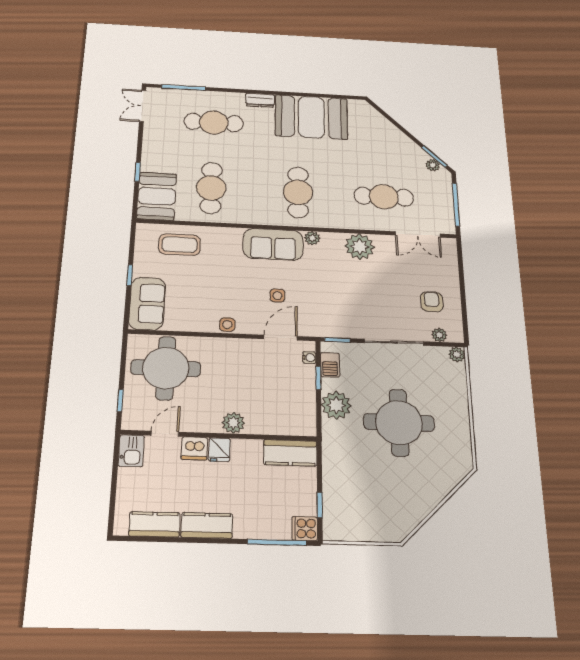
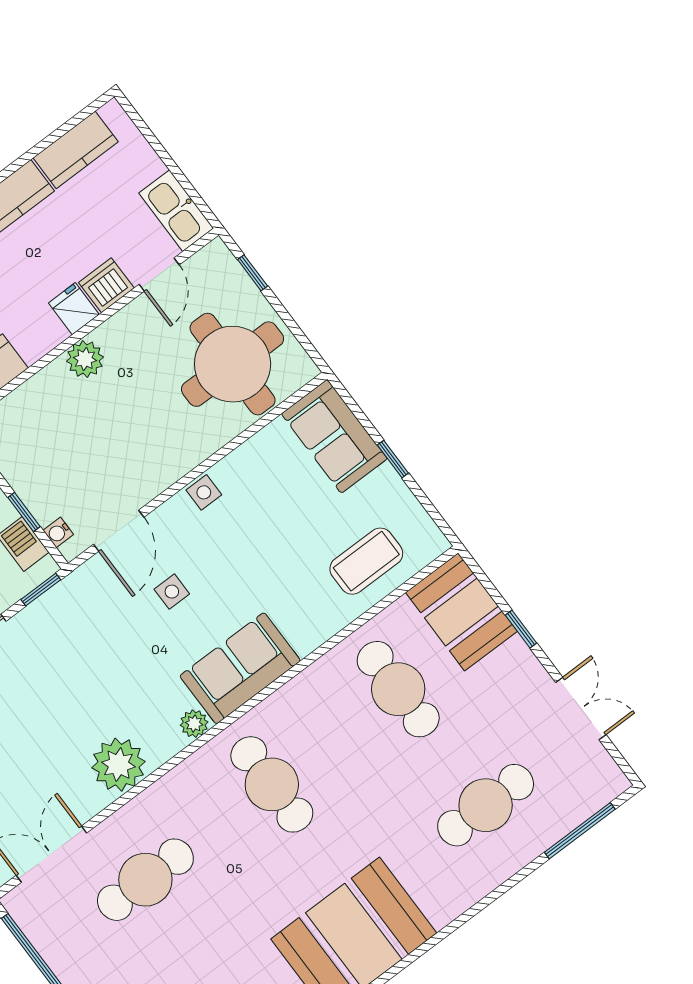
dresser: (260, 100) -> (452, 903), removed
double door: (143, 106) -> (581, 709), moved
kitchen sink: (131, 451) -> (176, 211), width x1.38

